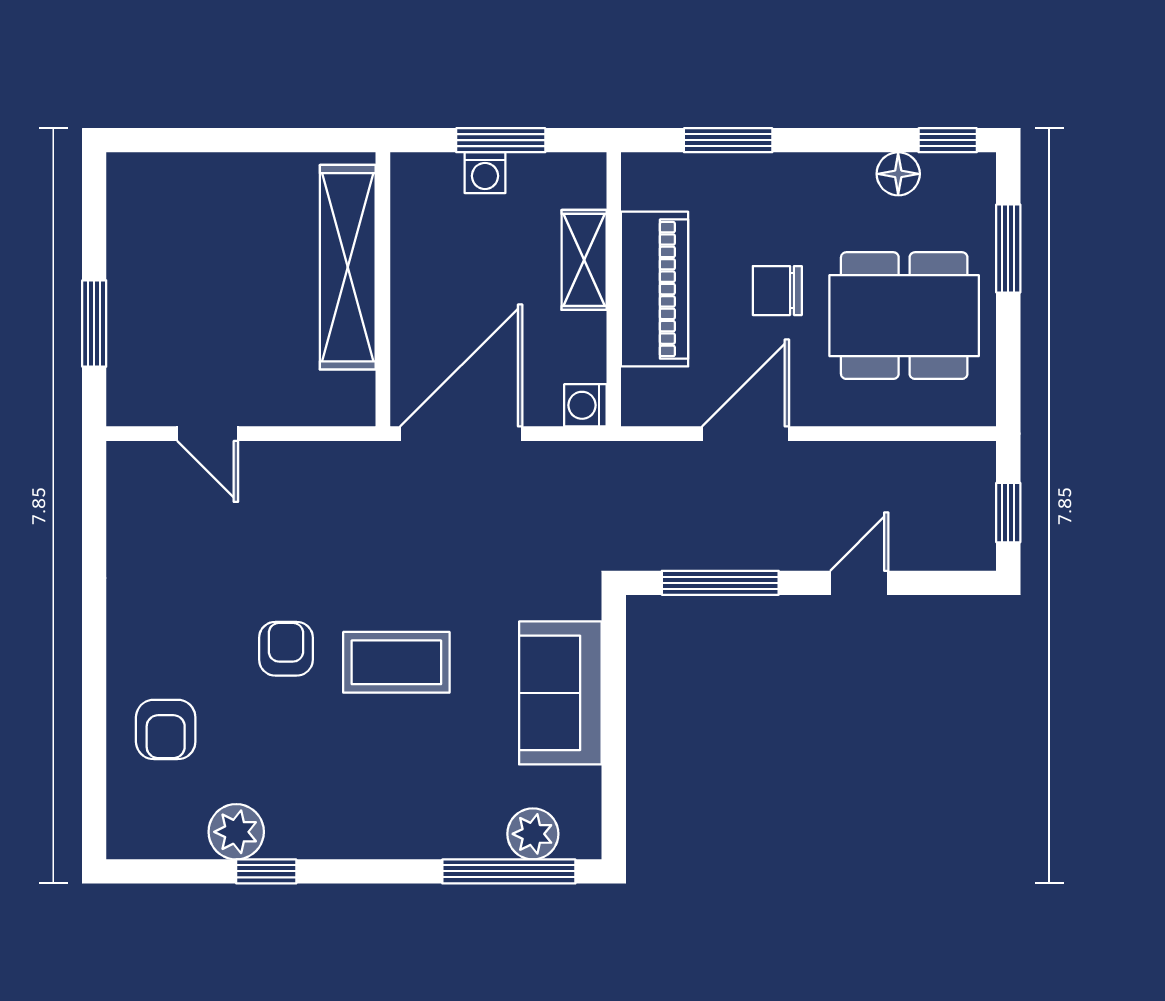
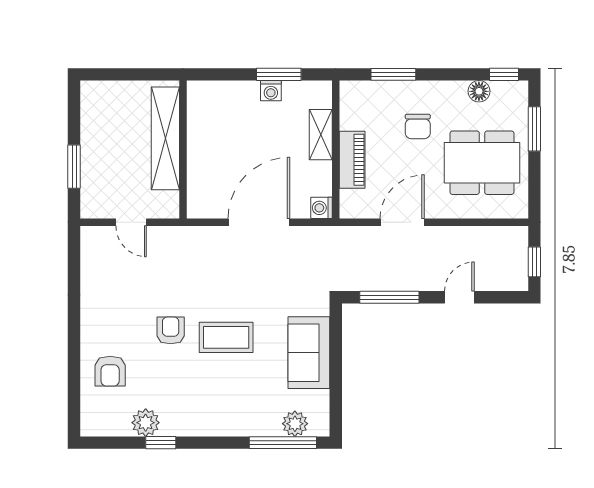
shelving: (348, 267) -> (165, 138), moved
wall: (383, 289) -> (183, 149), moved
piano: (655, 289) -> (352, 160), width x0.73, depth x0.75
chair: (777, 291) -> (418, 127), moved, turned -90

